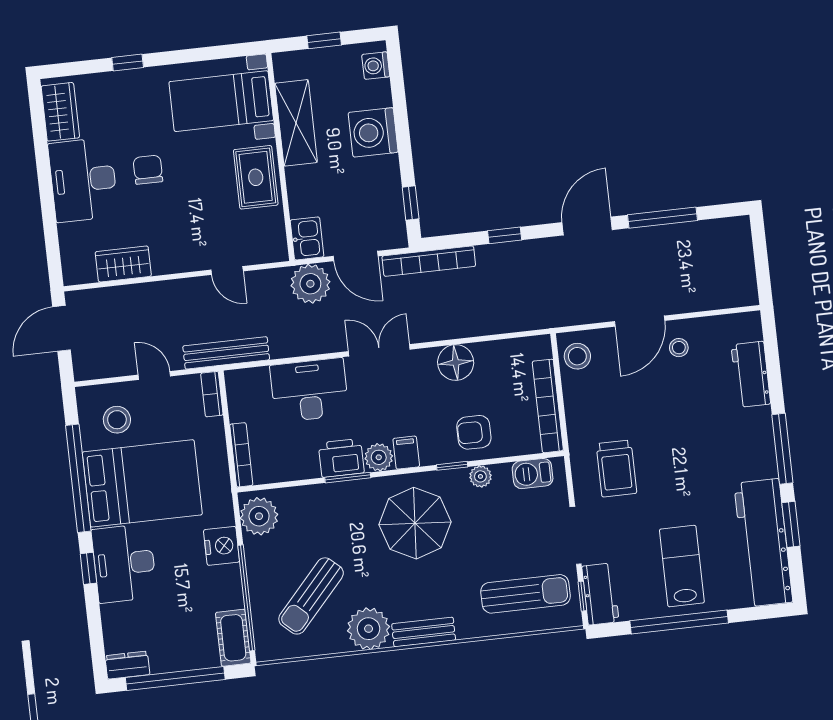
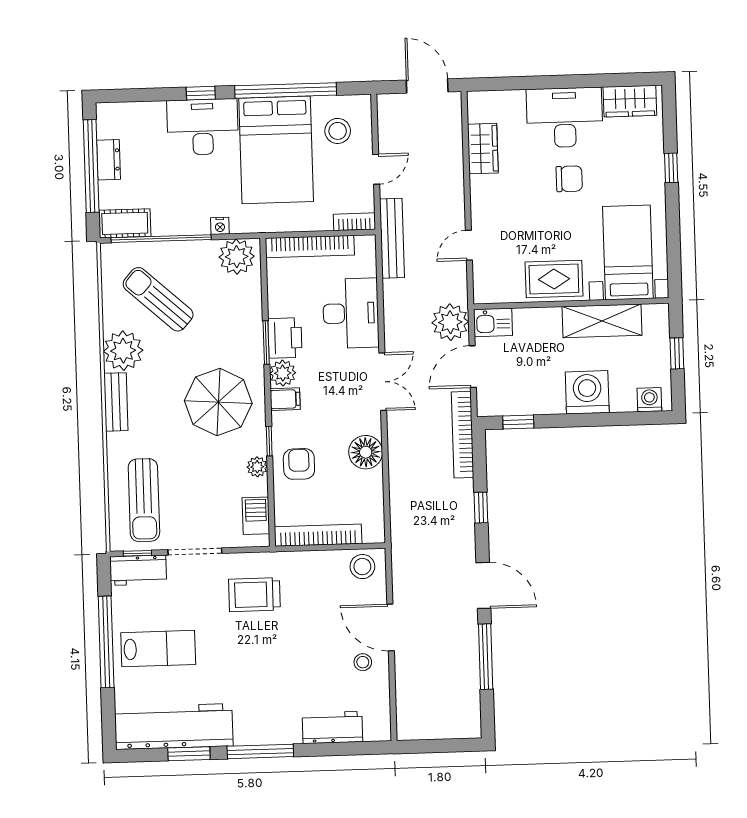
bookcase: (241, 455) -> (310, 247), width x1.48, depth x1.31
nightstand: (222, 546) -> (220, 226), width x0.53, depth x0.56
dresser: (127, 665) -> (108, 160), moved

